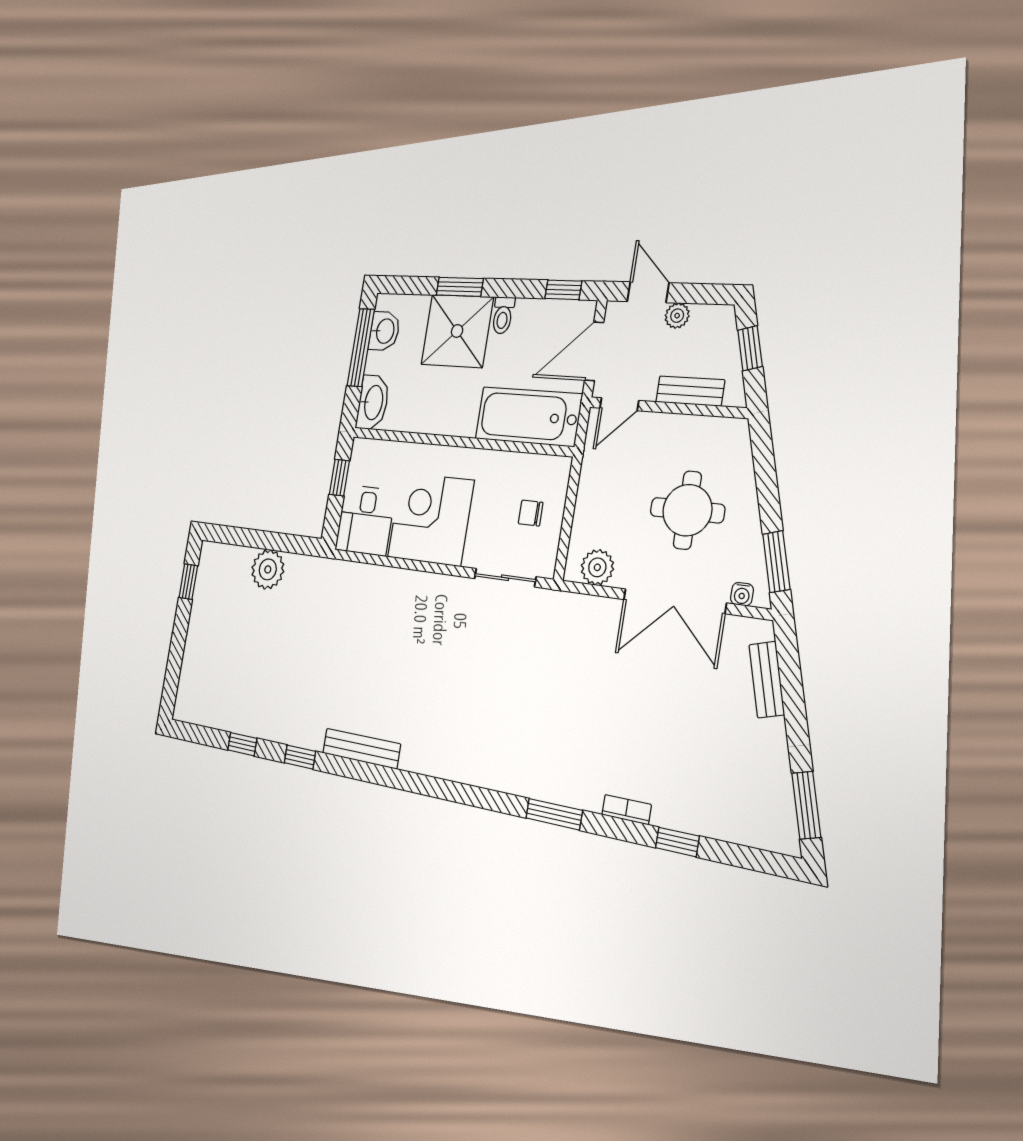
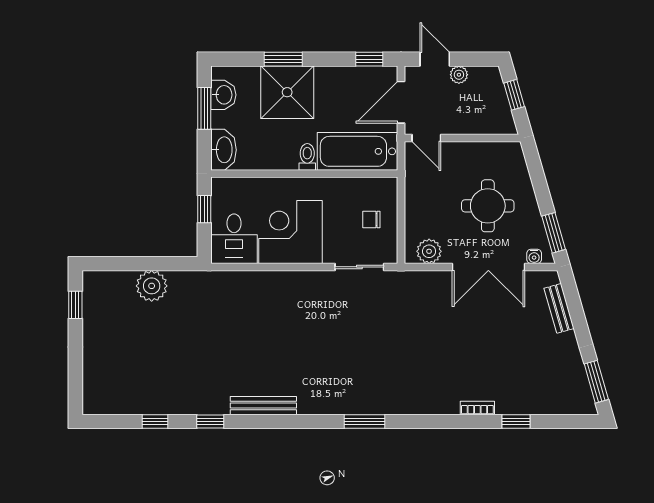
toilet: (503, 315) -> (307, 157), moved, turned 180
window: (361, 348) -> (204, 108), width x0.69
bench: (690, 391) -> (477, 126), removed
door: (619, 404) -> (426, 138), hinge flipped
window: (554, 814) -> (364, 421), moved

